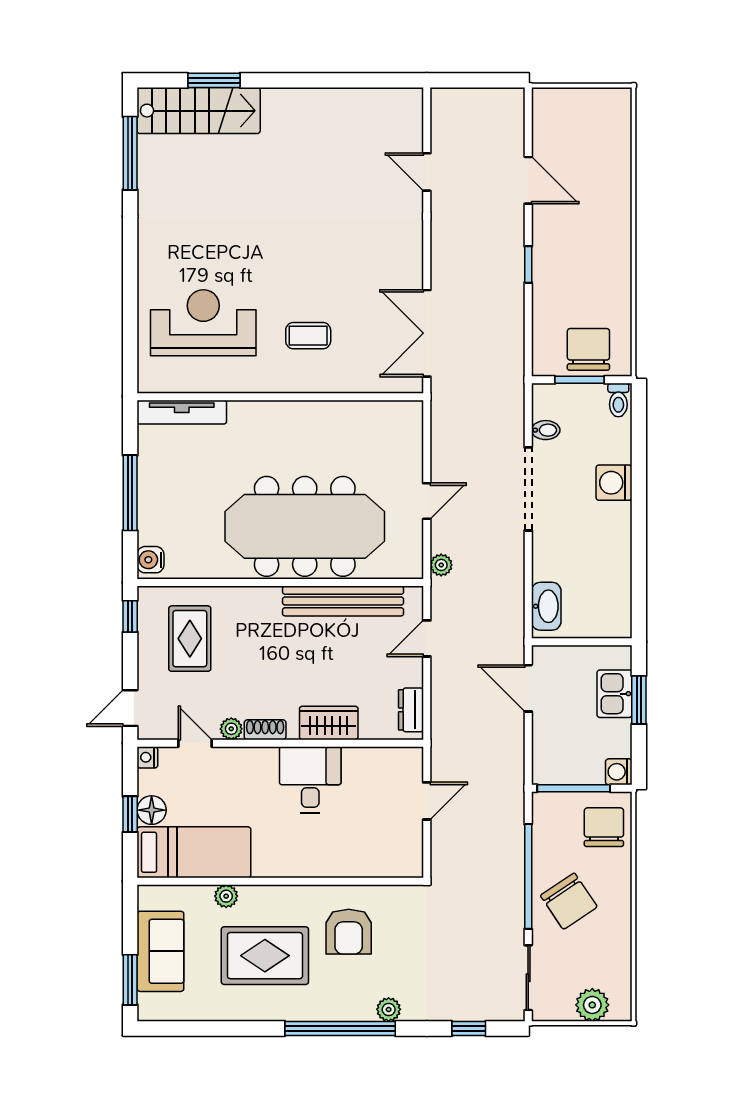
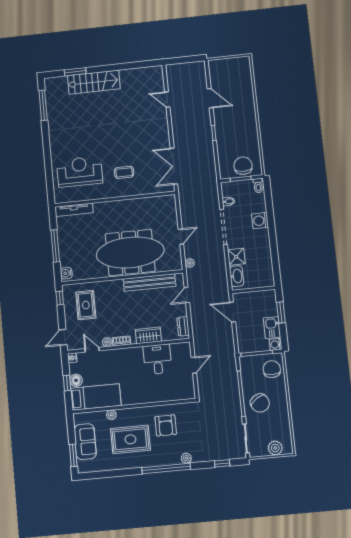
stairs: (199, 111) -> (94, 82), moved
shower: (550, 561) -> (236, 257), added
kitchen sink: (615, 694) -> (272, 328), moved
desk: (310, 780) -> (157, 359), moved

